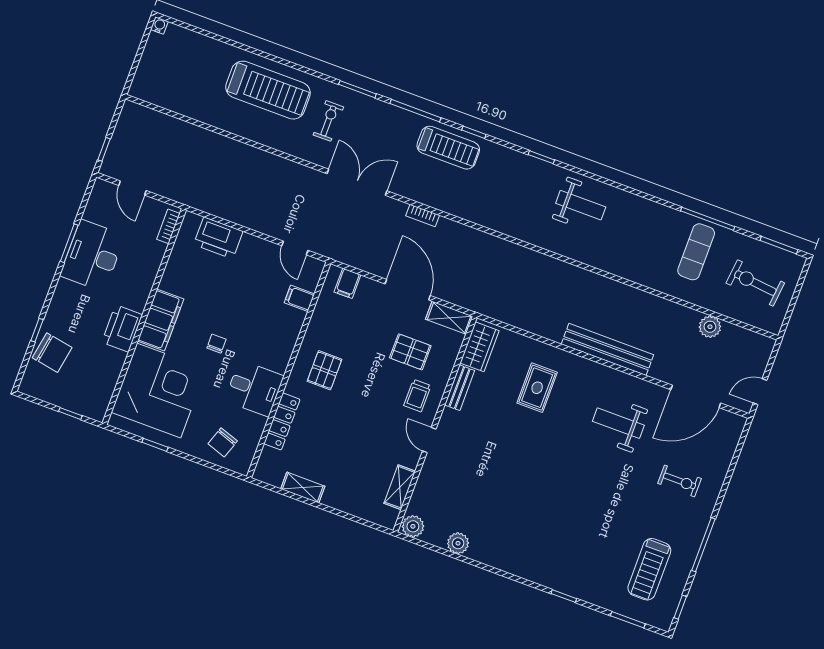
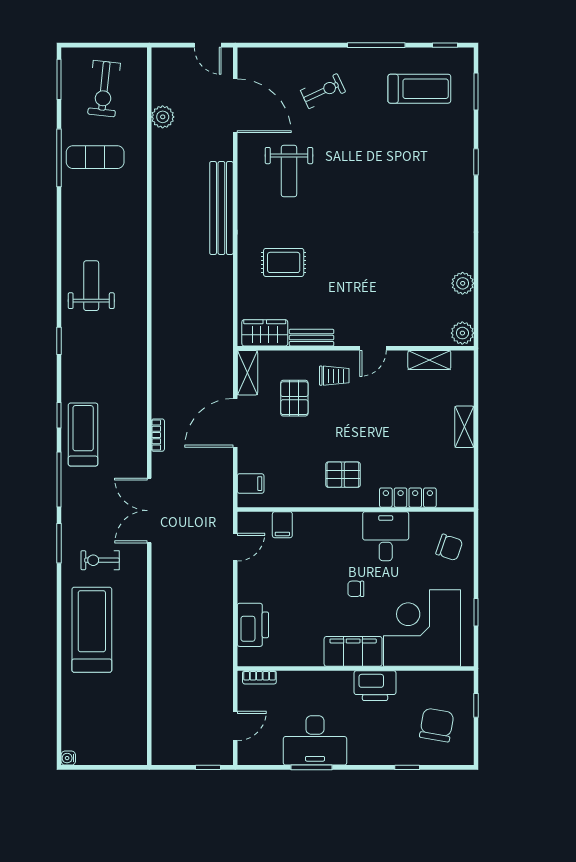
chair: (52, 353) -> (437, 725), moved
exercise bike: (679, 481) -> (323, 91), turned 65
shelving: (303, 488) -> (464, 427), moved

